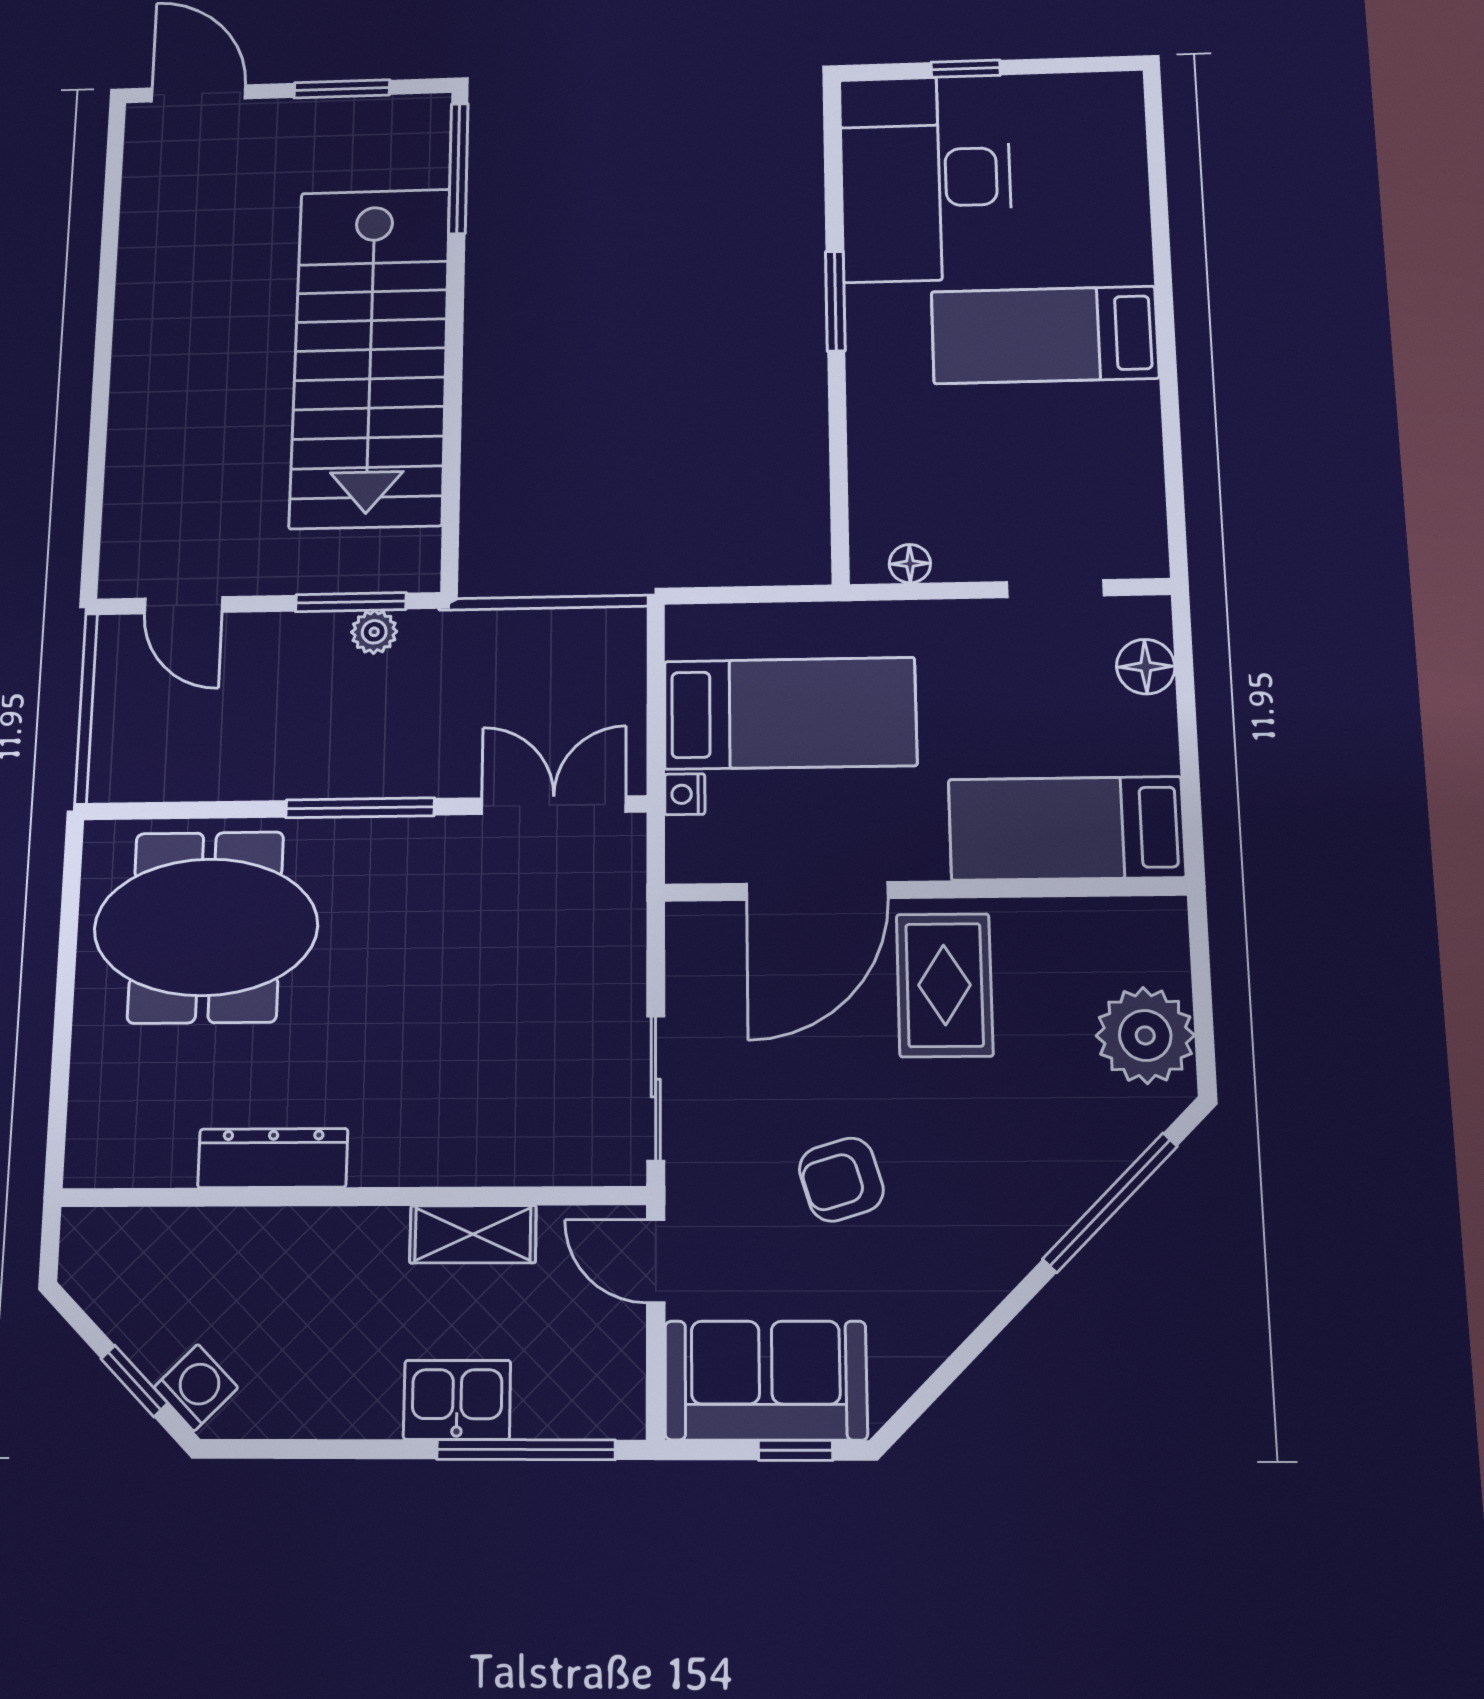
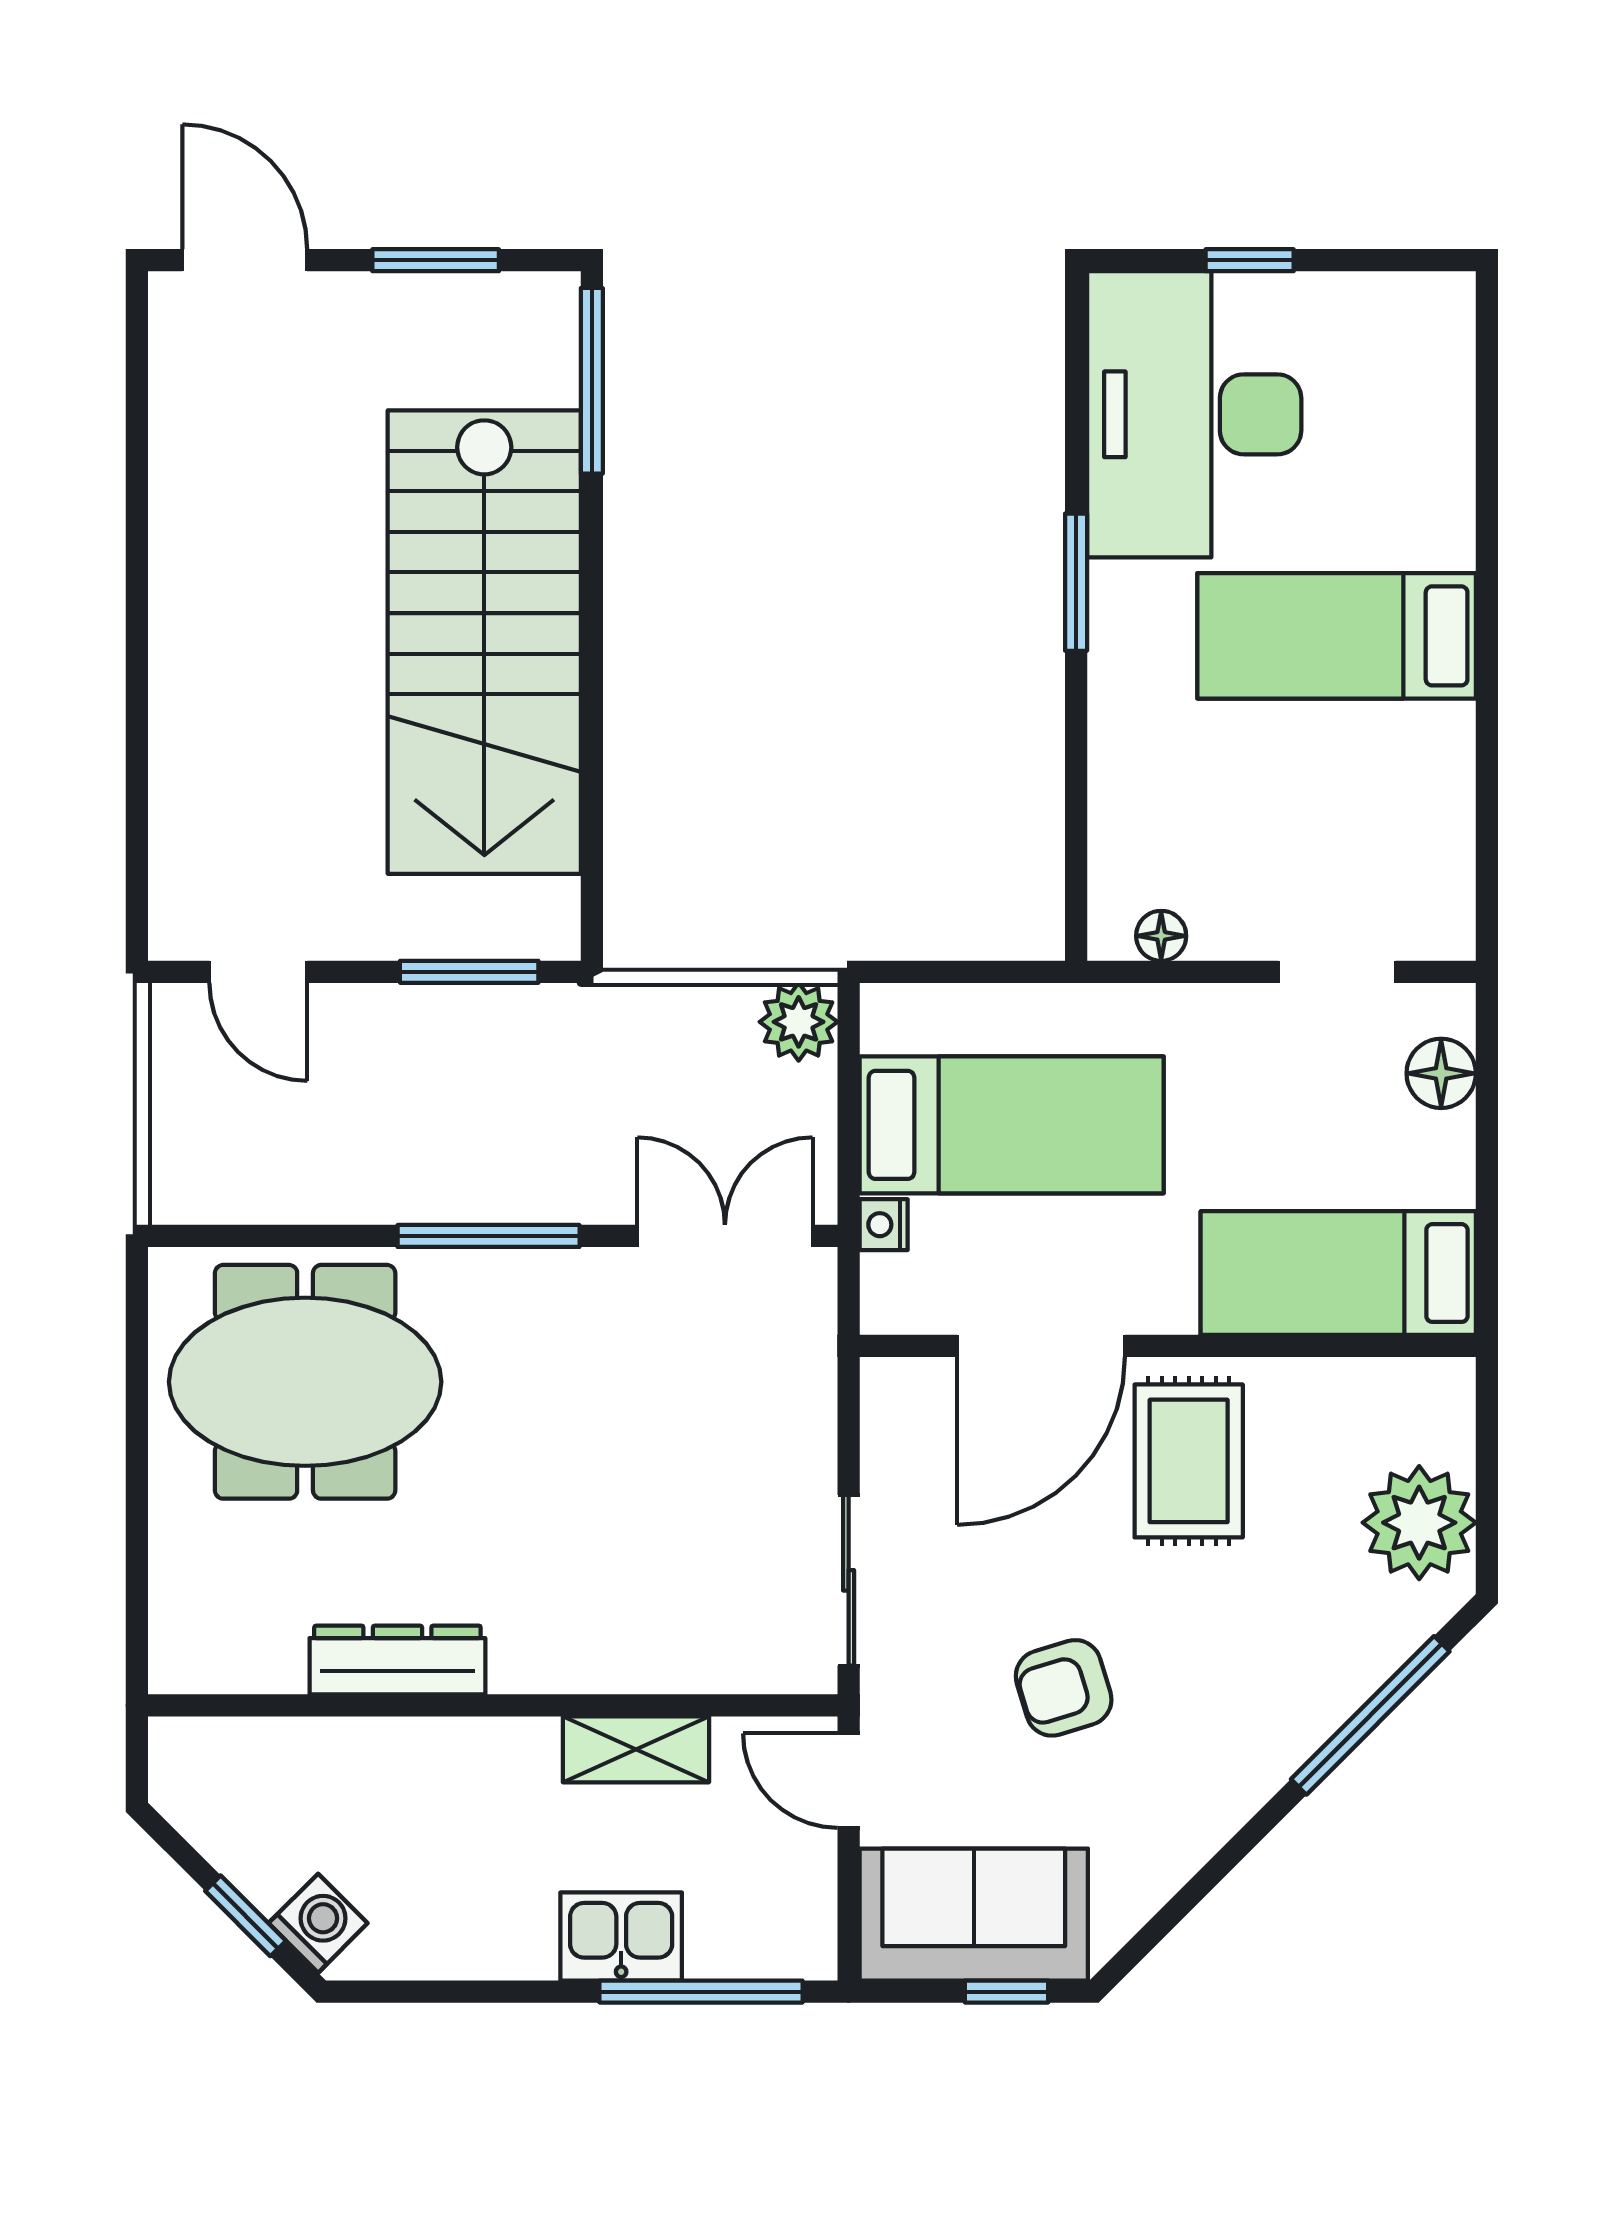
plant: (374, 632) -> (799, 1022), moved, width x1.38, depth x1.38

